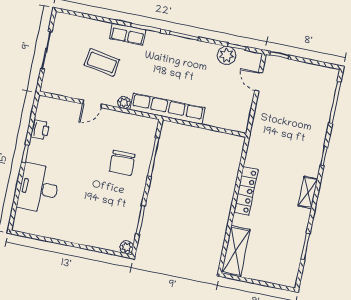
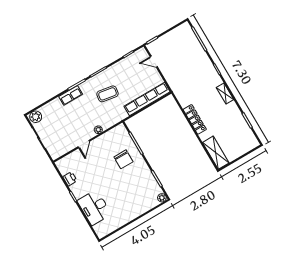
plant: (227, 55) -> (36, 117), moved
coffee table: (102, 62) -> (107, 94), moved
row of seats: (168, 109) -> (147, 99), moved

